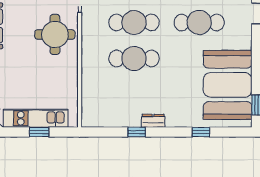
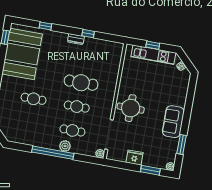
cafe table: (134, 22) -> (77, 107), width x0.73, depth x0.74
cafe table: (199, 22) -> (34, 99), width x0.73, depth x0.74

